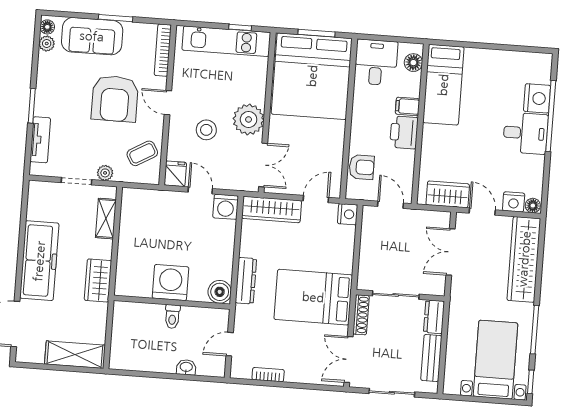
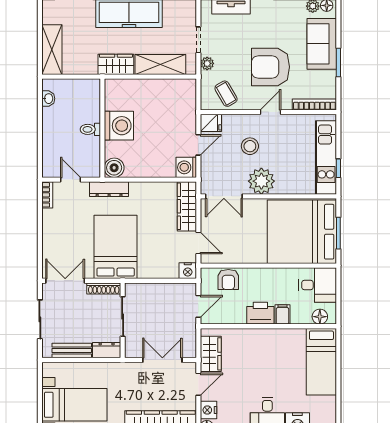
bed: (443, 85) -> (321, 362), moved, turned -90
shelving: (106, 219) -> (160, 65), width x1.50, depth x1.33
dresser: (246, 281) -> (109, 189), moved
washbasin: (186, 367) -> (48, 99), moved
bookcase: (268, 375) -> (47, 195), moved

